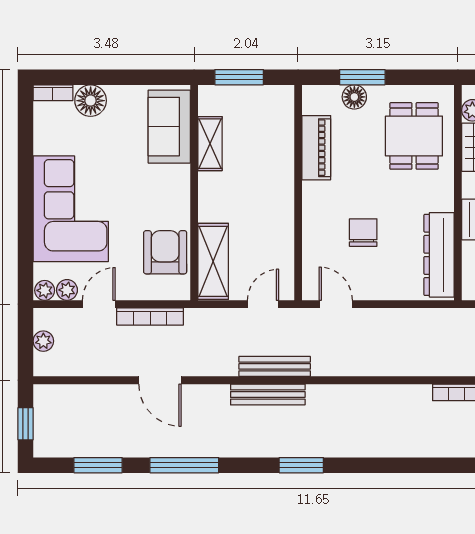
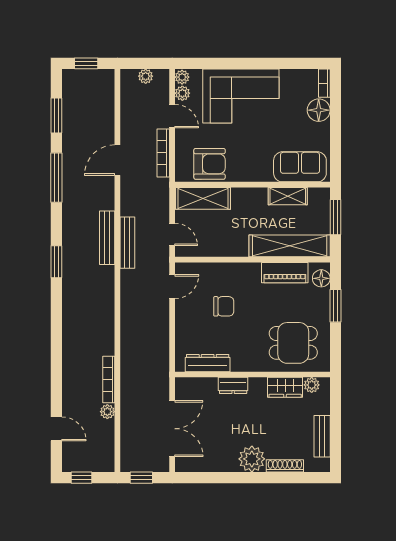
floor lamp: (354, 97) -> (321, 278), moved
shelving: (279, 141) -> (290, 246), added
dresser: (439, 255) -> (208, 363), width x0.73, depth x0.80

